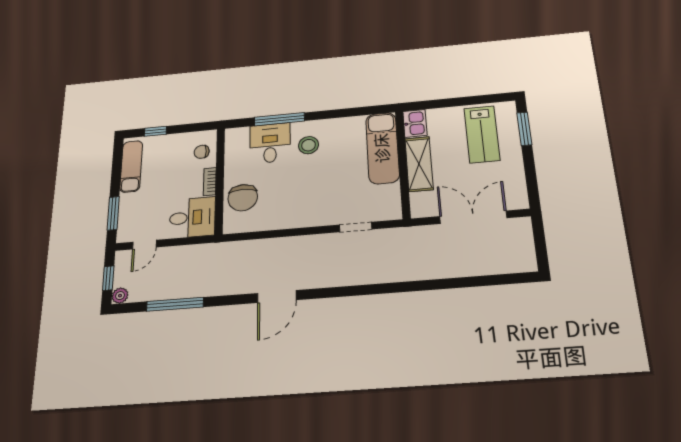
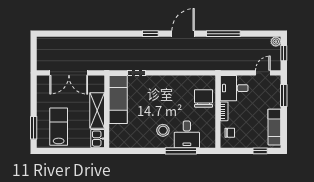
exam couch: (382, 148) -> (118, 99), moved
window: (334, 292) -> (150, 34), added
window: (175, 304) -> (223, 34), moved

